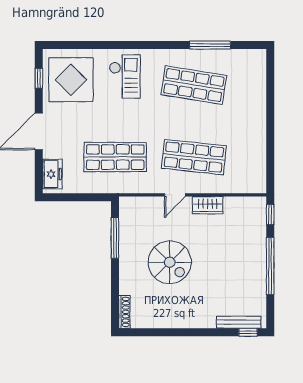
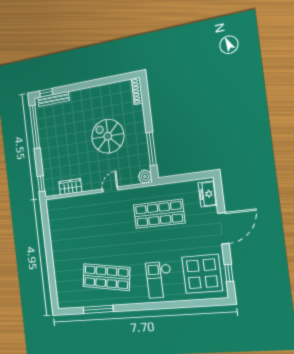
shop shelf: (194, 157) -> (100, 221), removed
plant: (127, 205) -> (145, 177), added
wardrobe: (208, 205) -> (70, 187), moved
window: (270, 266) -> (35, 127), moved

